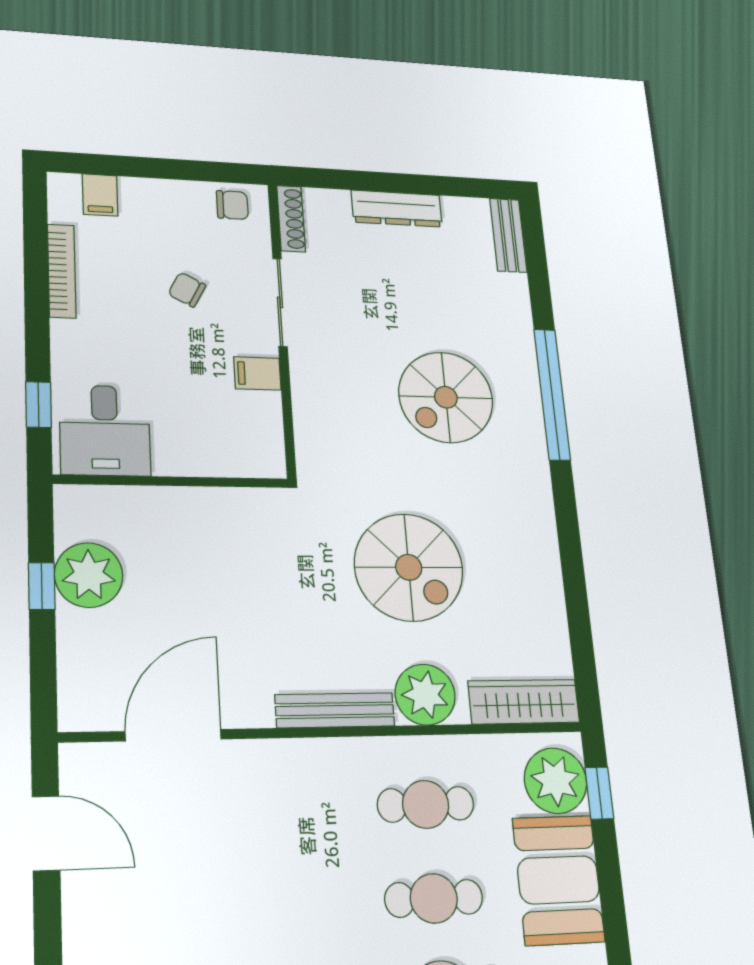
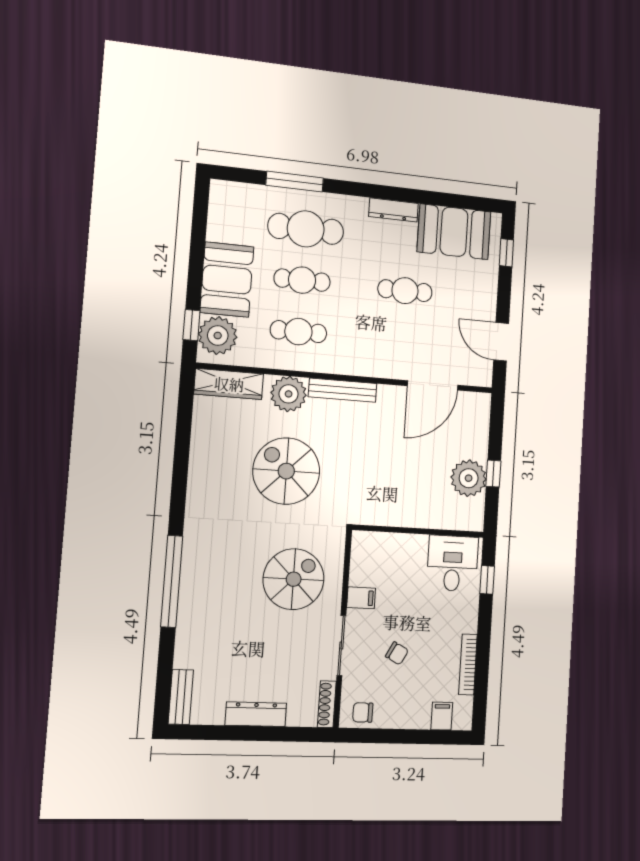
spiral stairs: (446, 397) -> (294, 579), moved
cafe table: (246, 907) -> (405, 291), added

